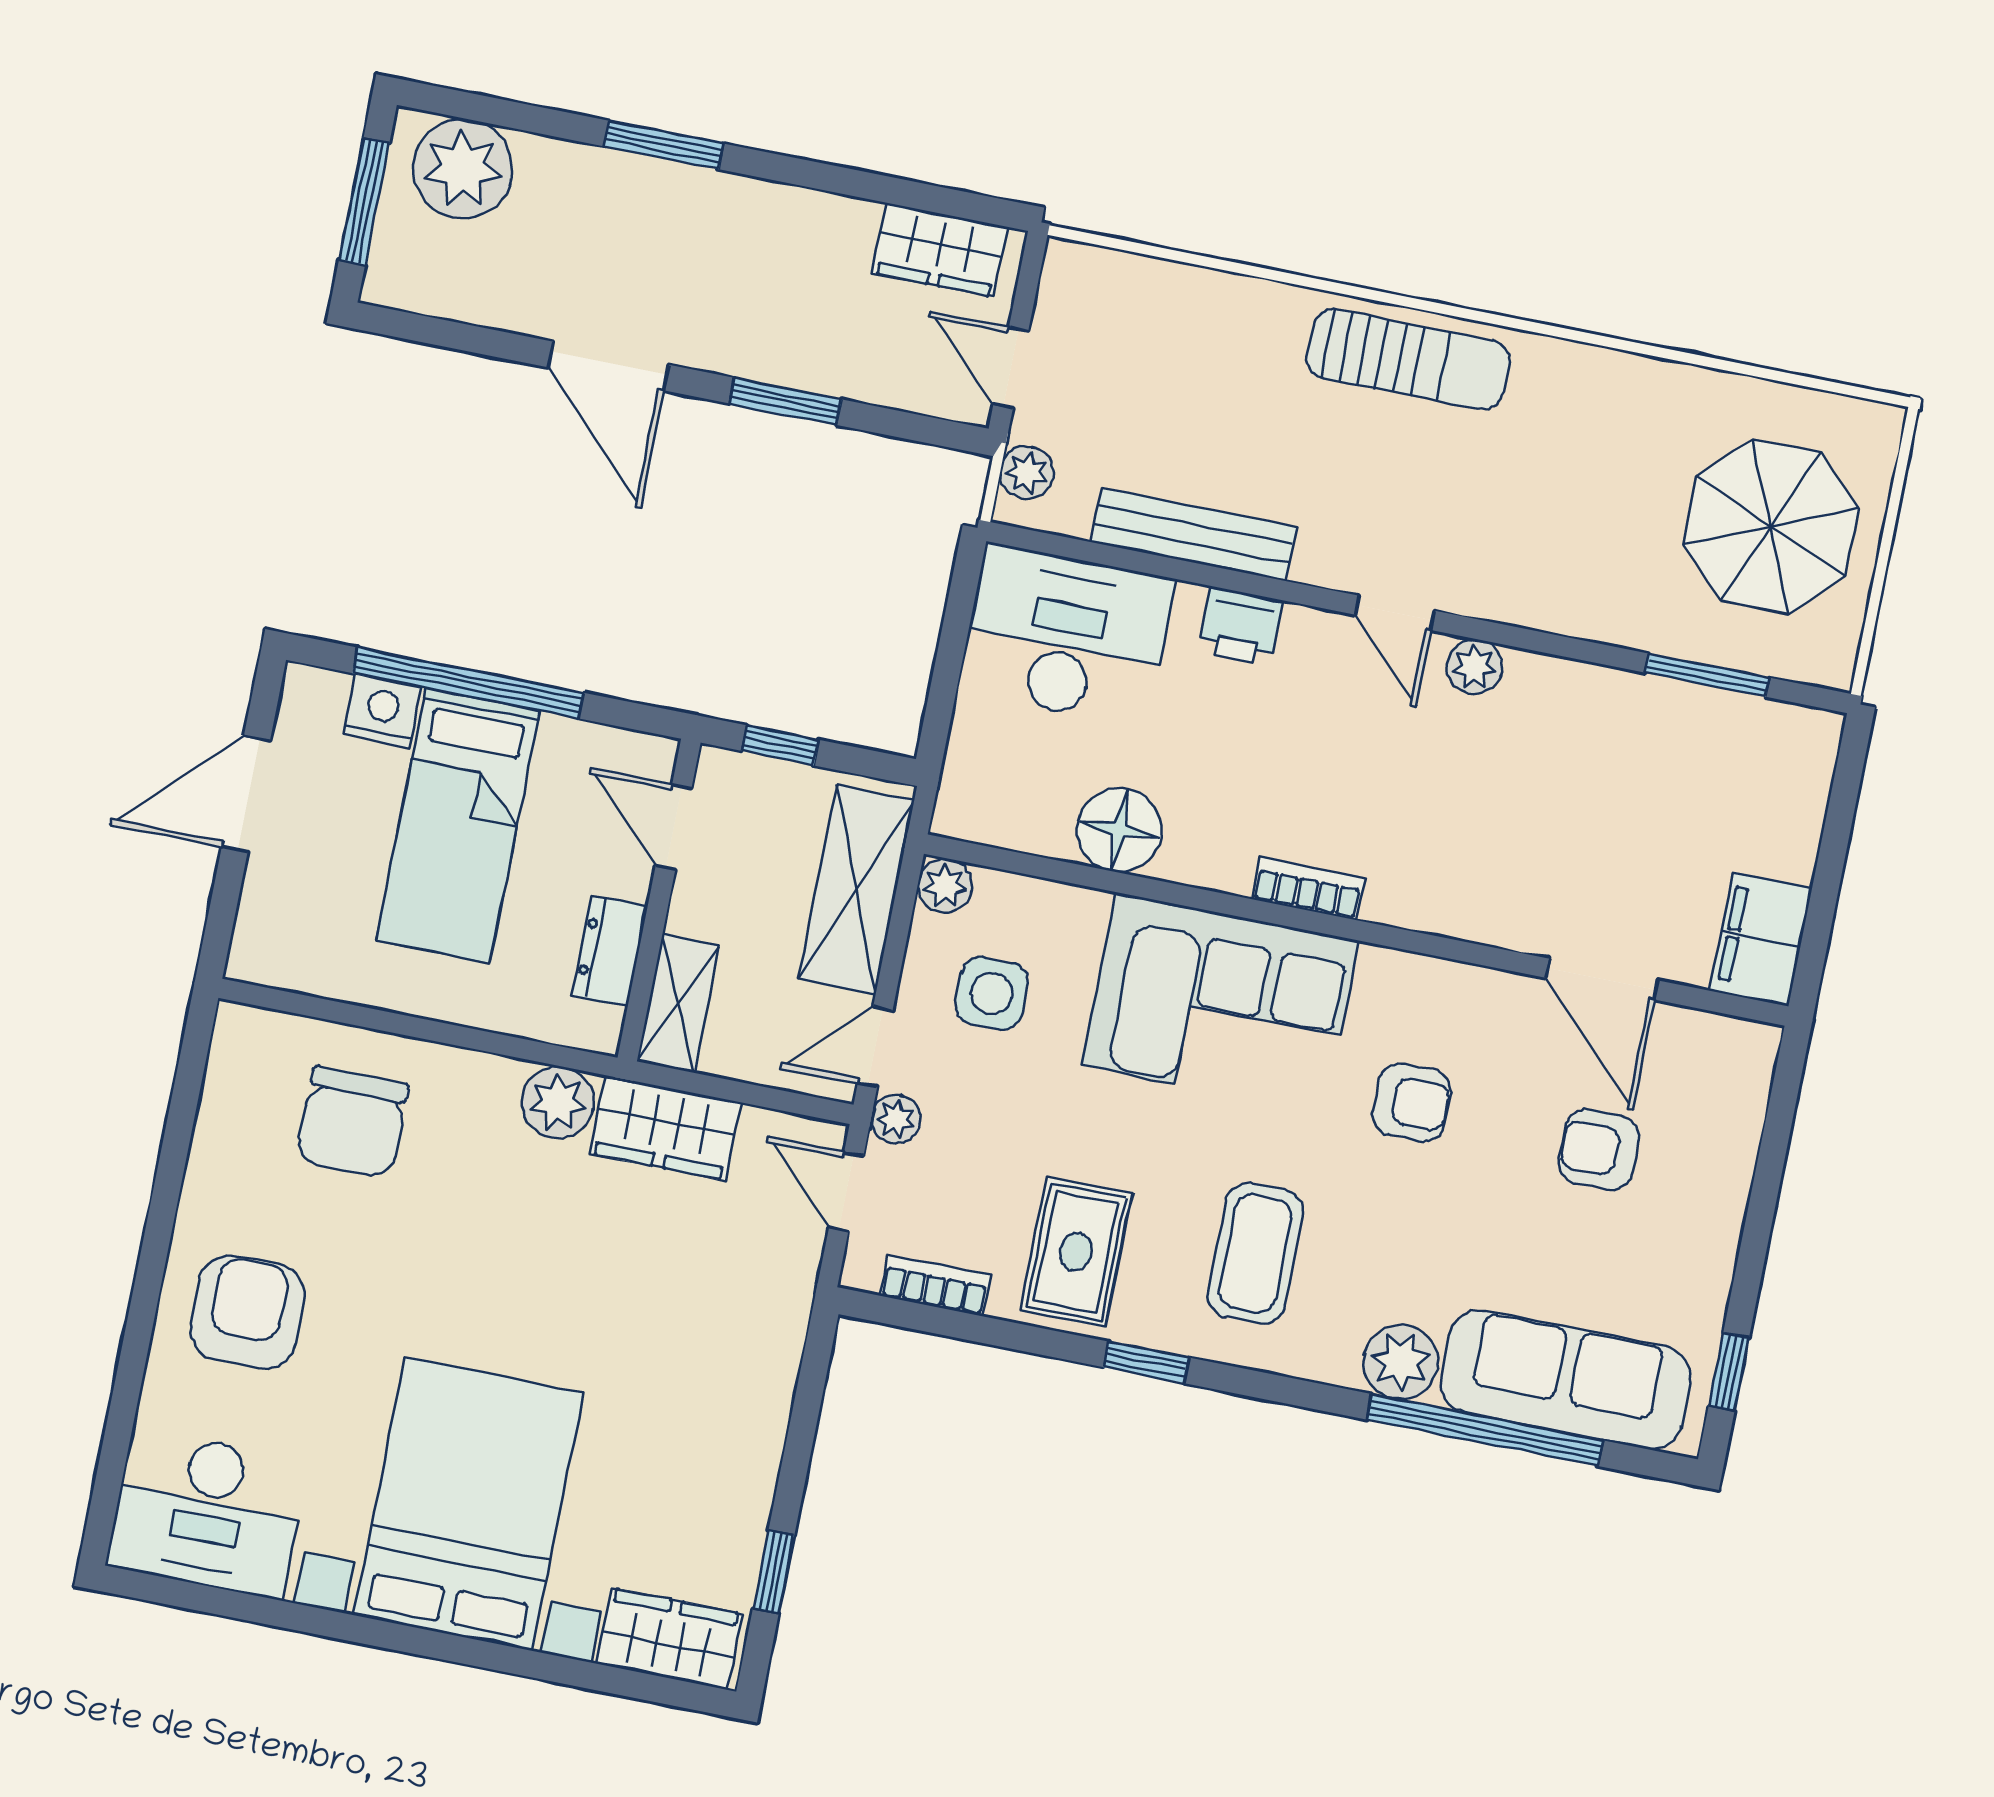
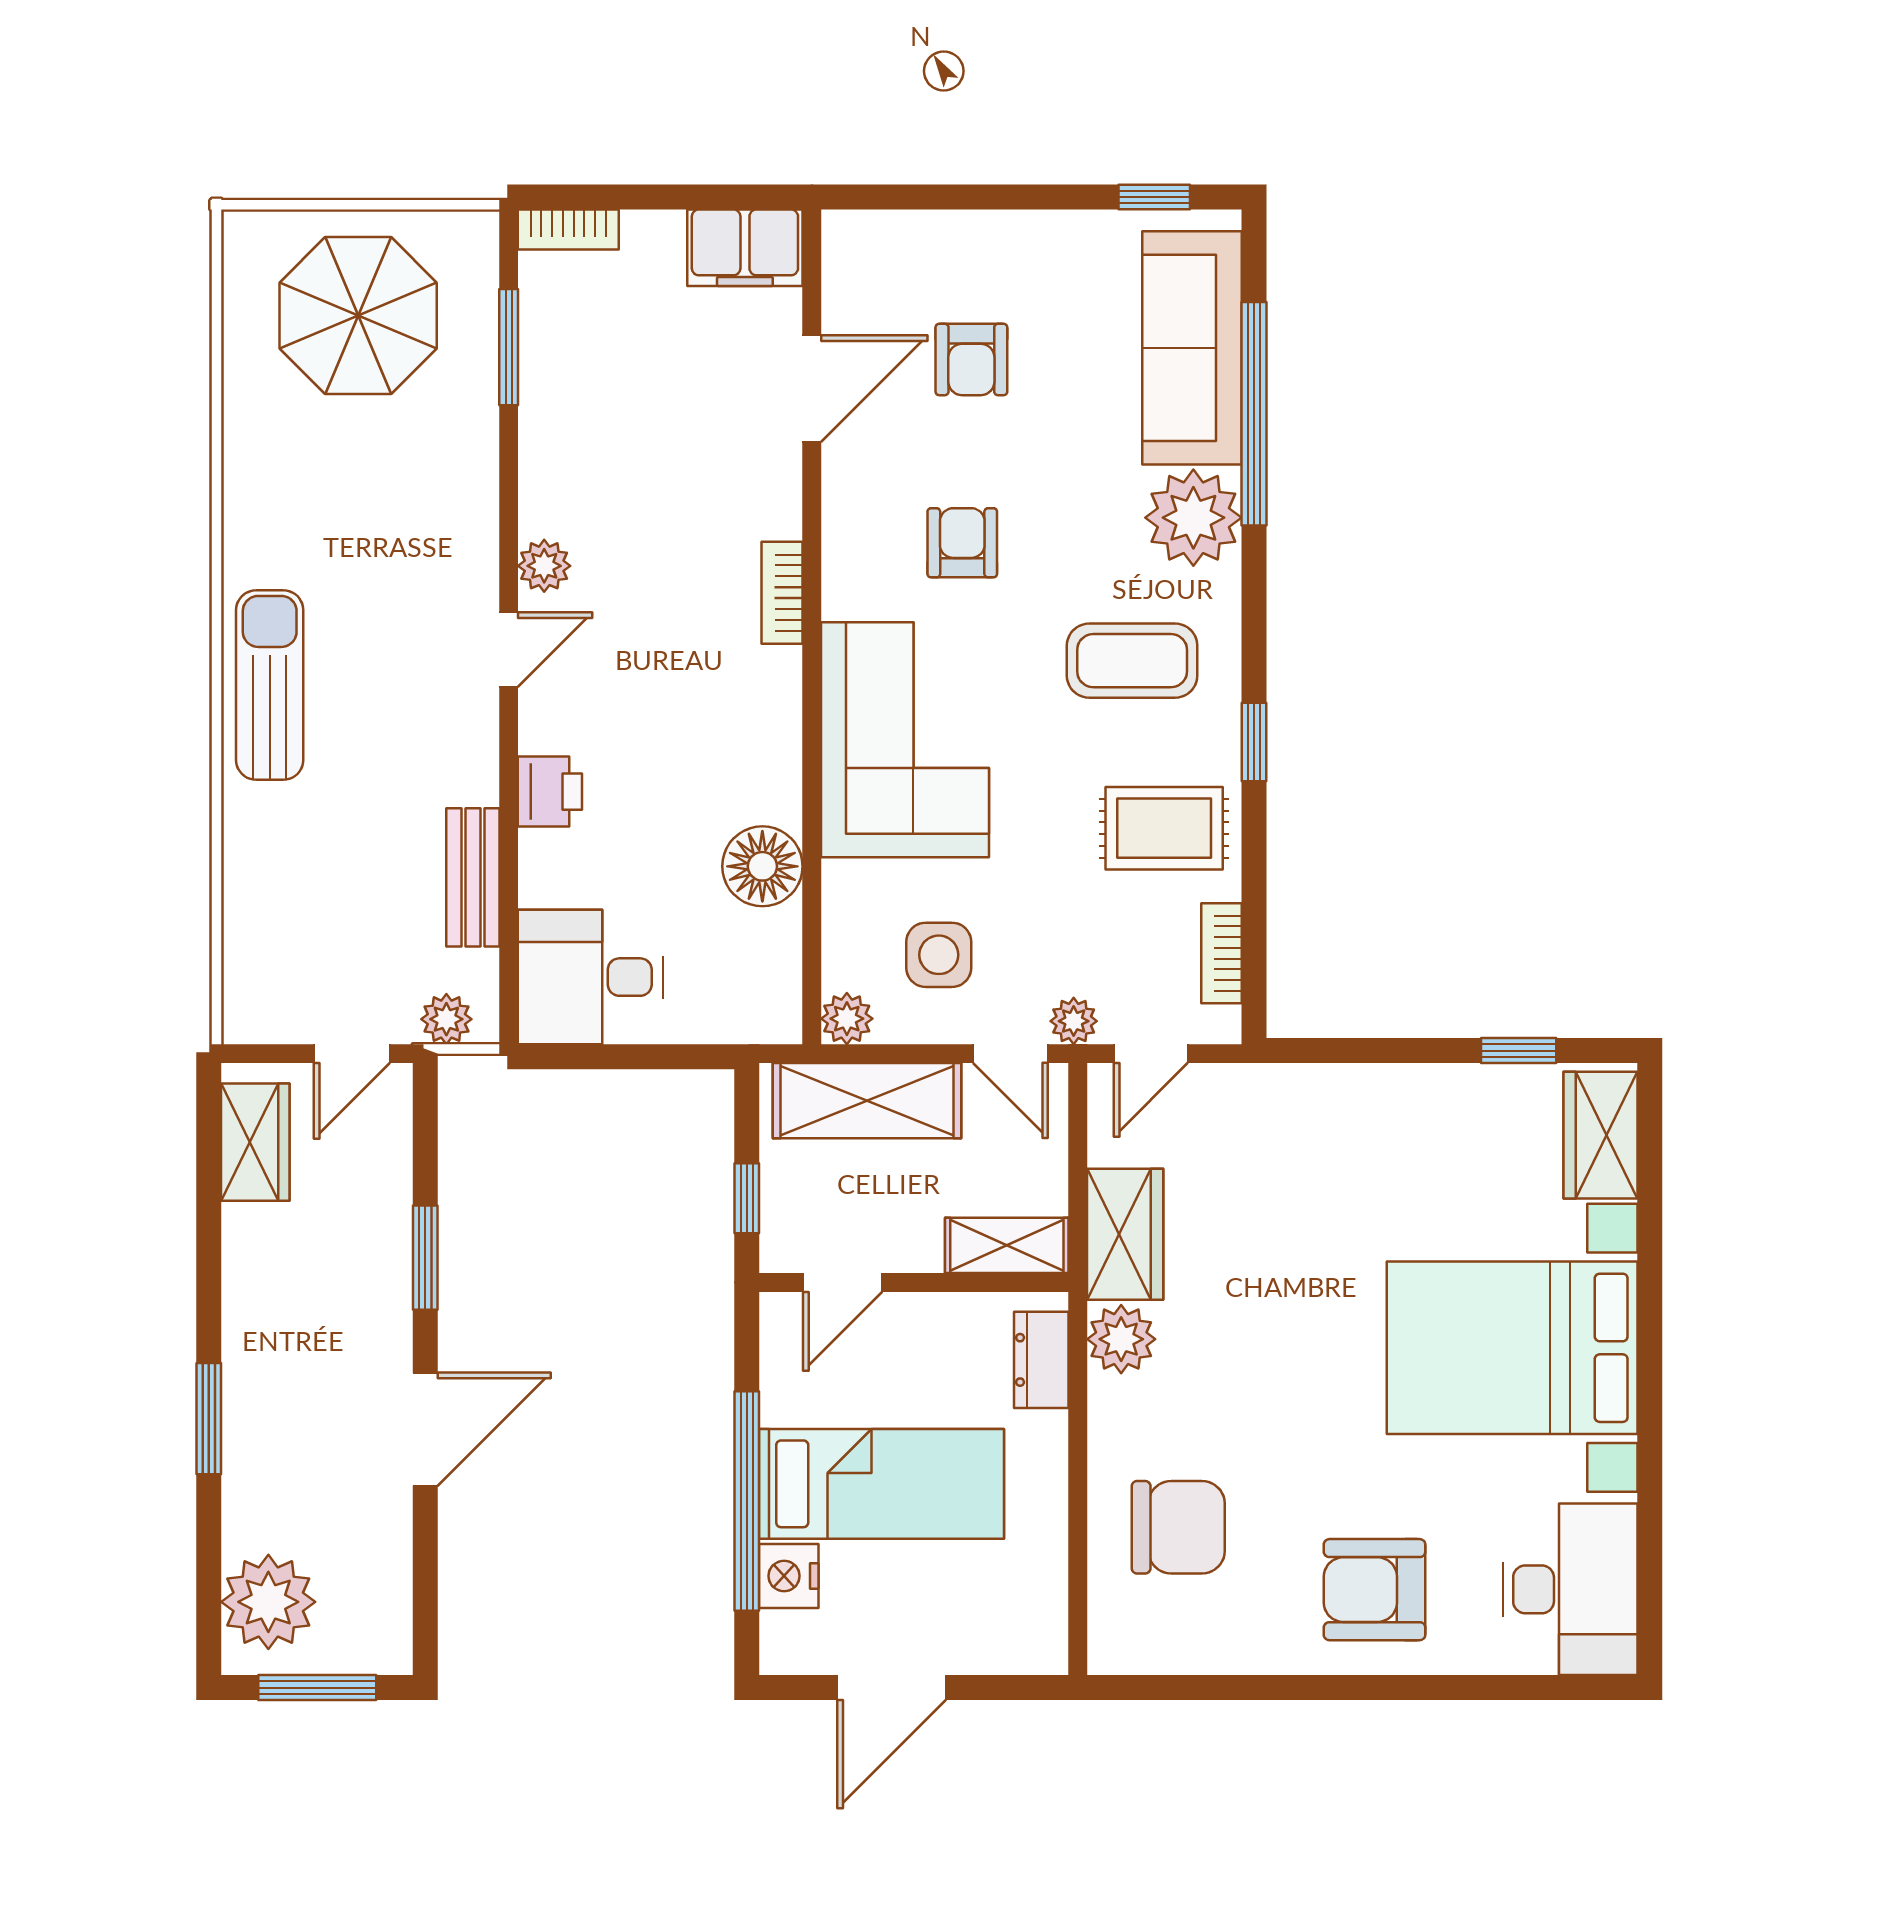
bench: (1194, 534) -> (473, 877), width x0.73
desk: (1066, 635) -> (591, 977), width x0.73
bookcase: (1816, 761) -> (568, 229), added
door: (246, 794) -> (892, 1688), hinge flipped
bookcase: (1308, 889) -> (782, 593), moved
dresser: (610, 951) -> (1041, 1360), moved, turned 90
plant: (1401, 1362) -> (1193, 518), width x1.36, depth x1.36

